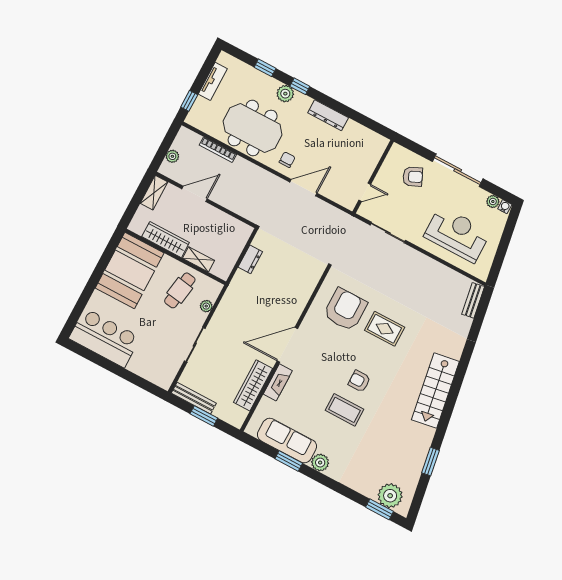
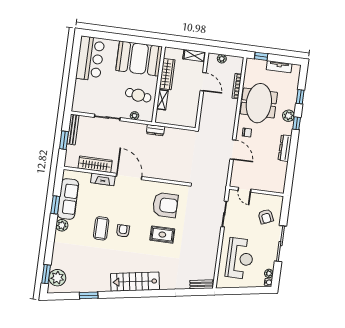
dresser: (250, 259) -> (155, 130), moved
rug: (385, 329) -> (162, 235), turned 90

